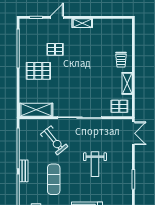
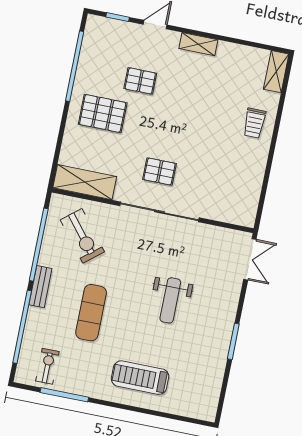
shelving: (127, 83) -> (276, 72), moved
pallet: (119, 106) -> (160, 171), moved
exercise bike: (54, 140) -> (82, 236), moved

